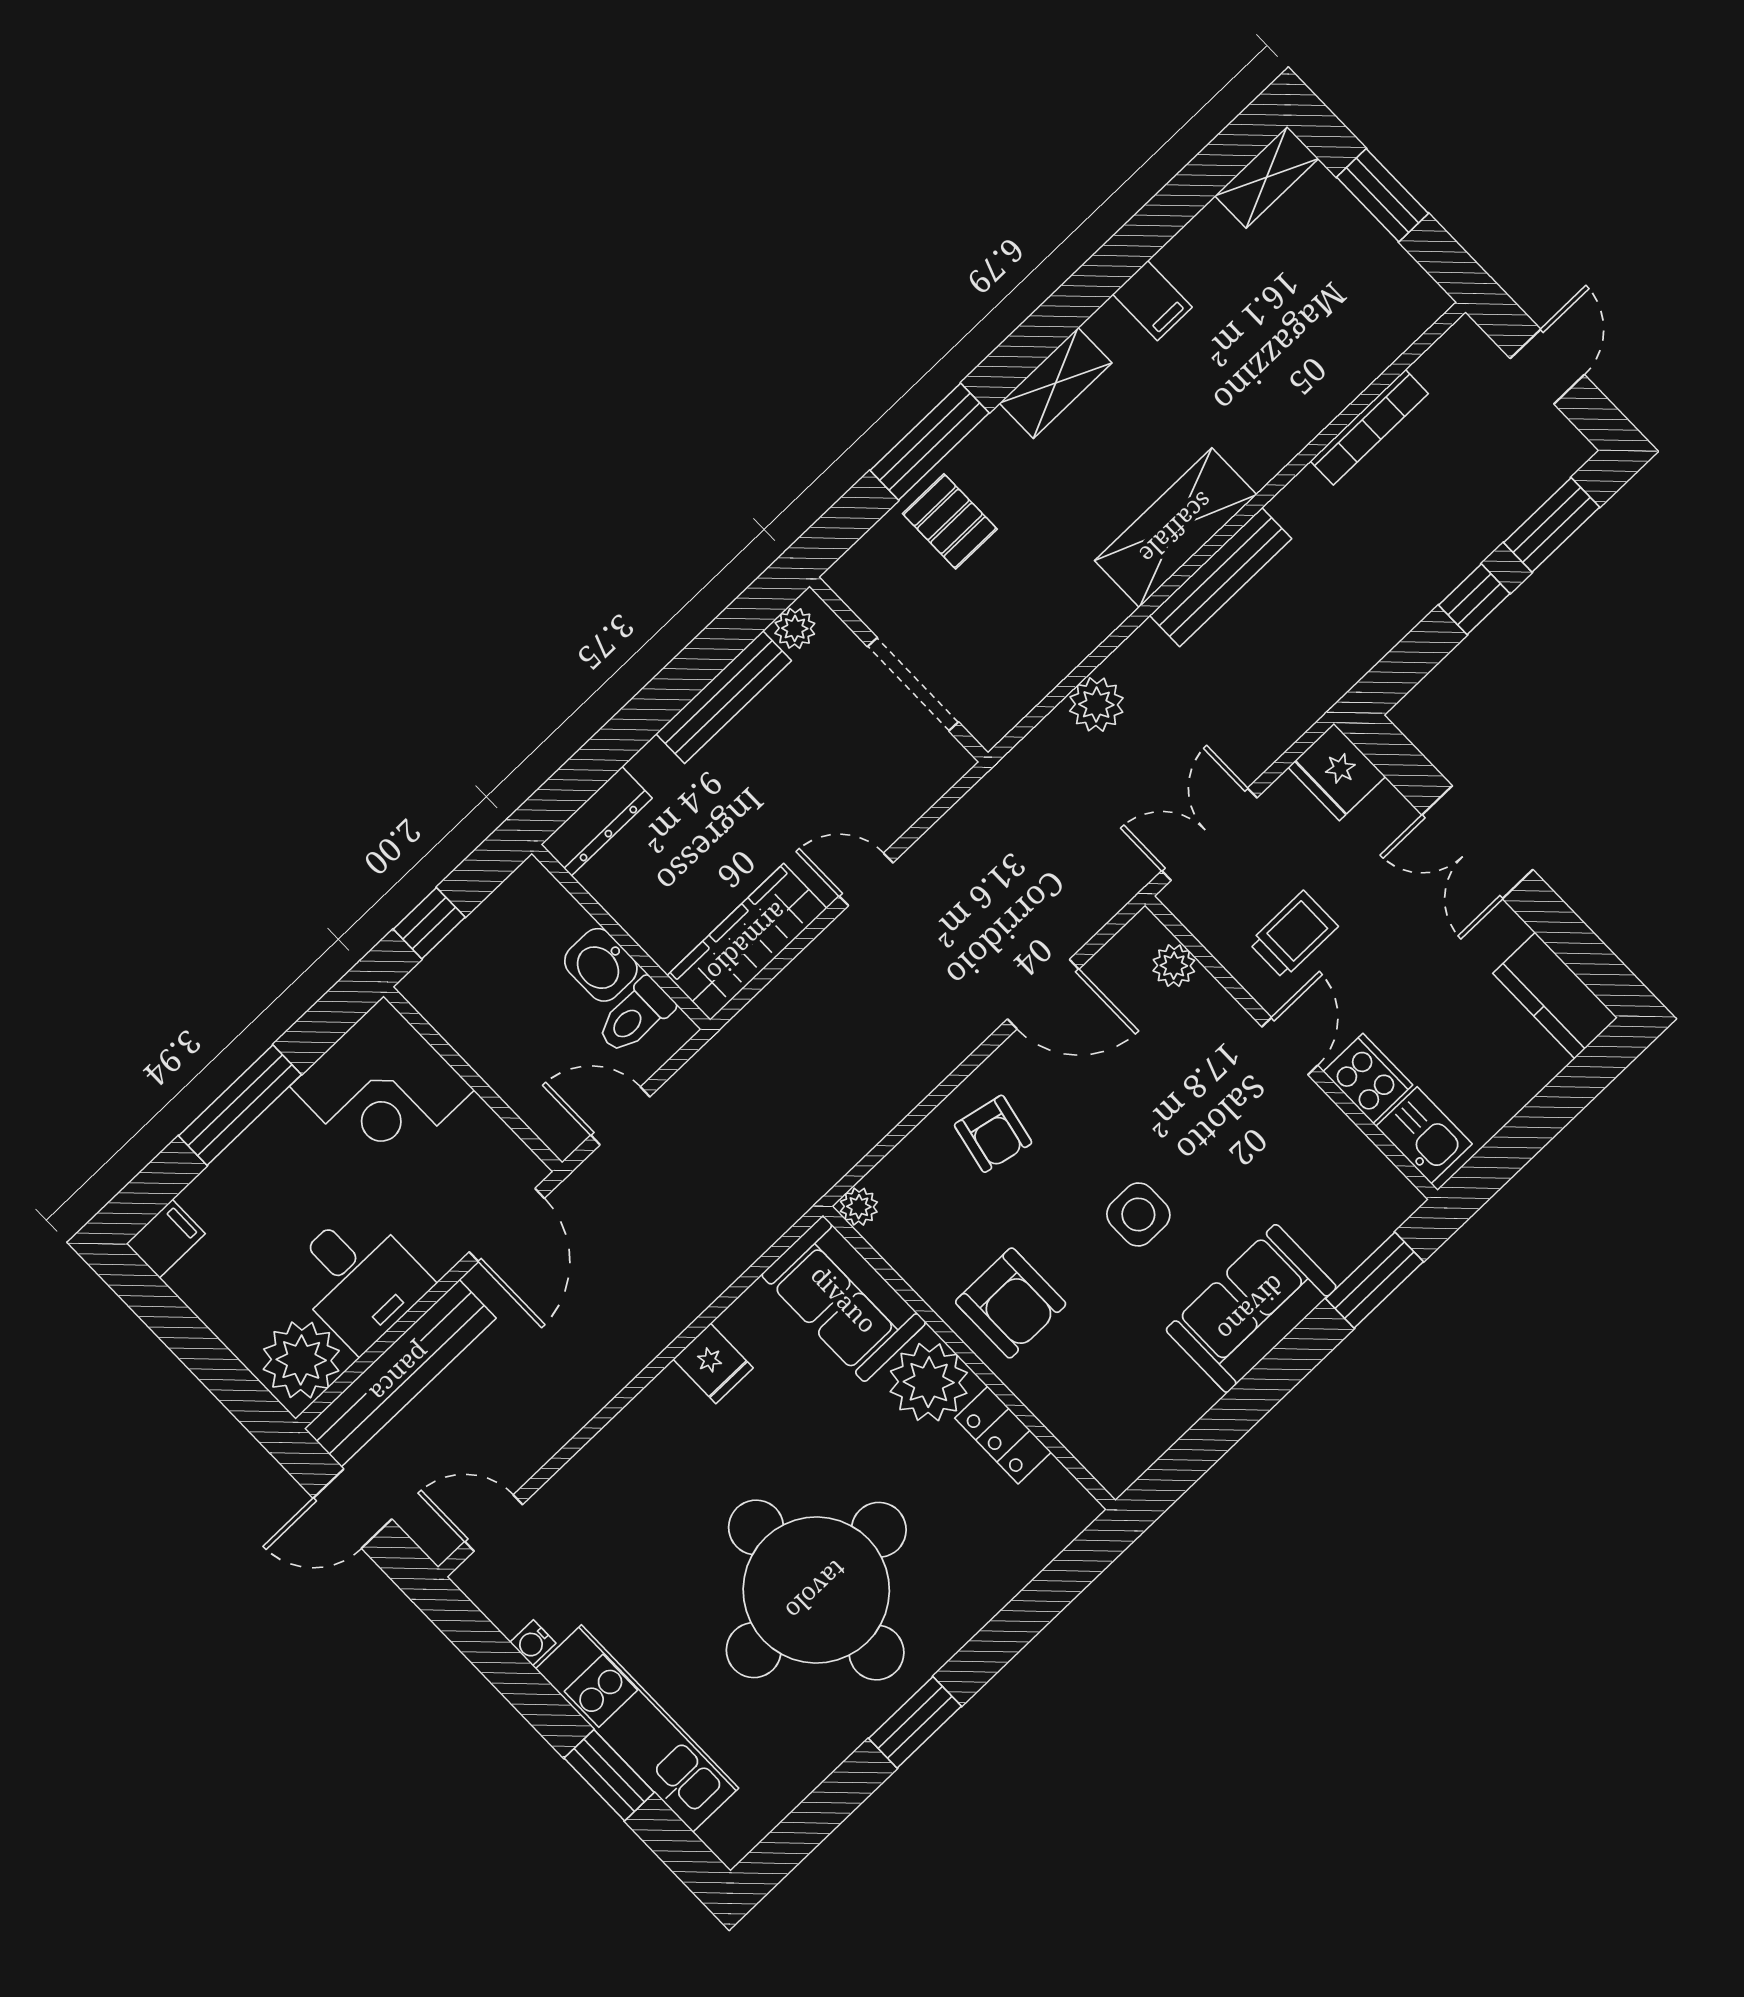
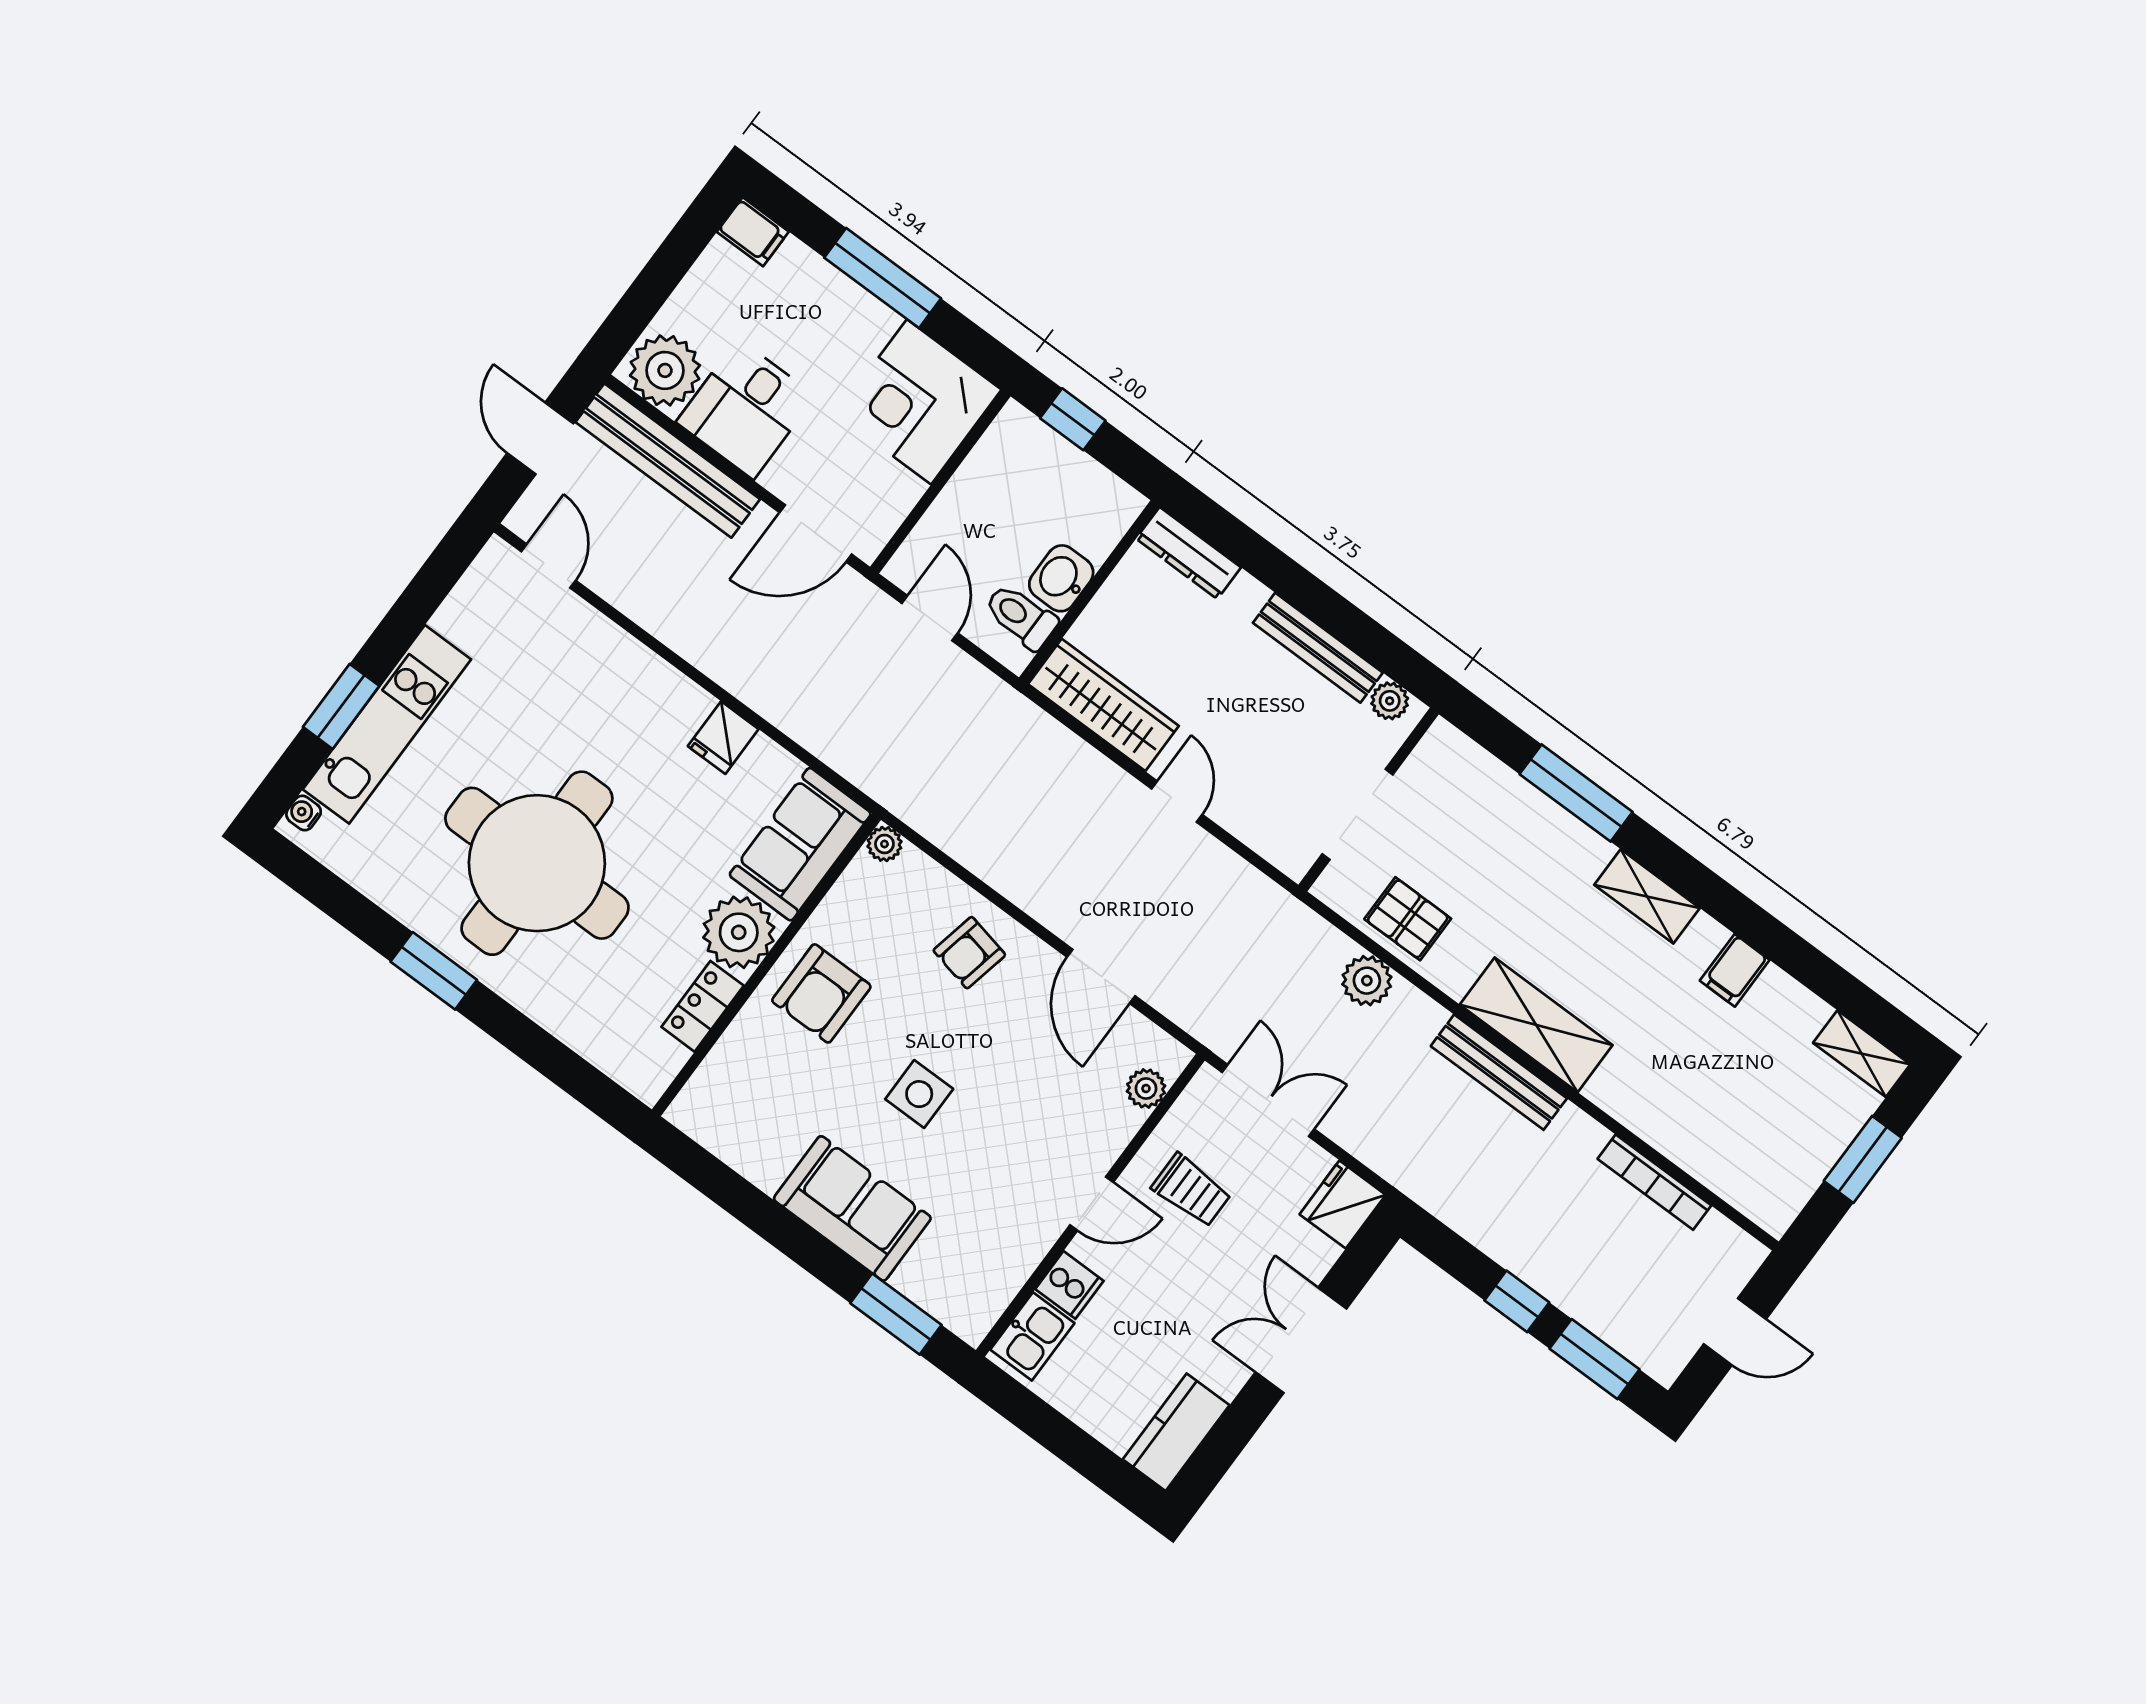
pallet: (950, 521) -> (1408, 919), moved, turned 90
cooker: (1368, 1078) -> (1069, 1285), width x0.73
water cooler: (533, 1643) -> (304, 813), moved

